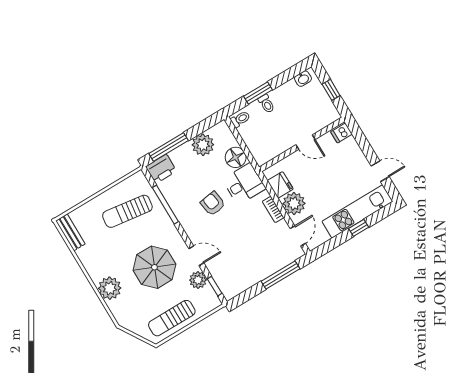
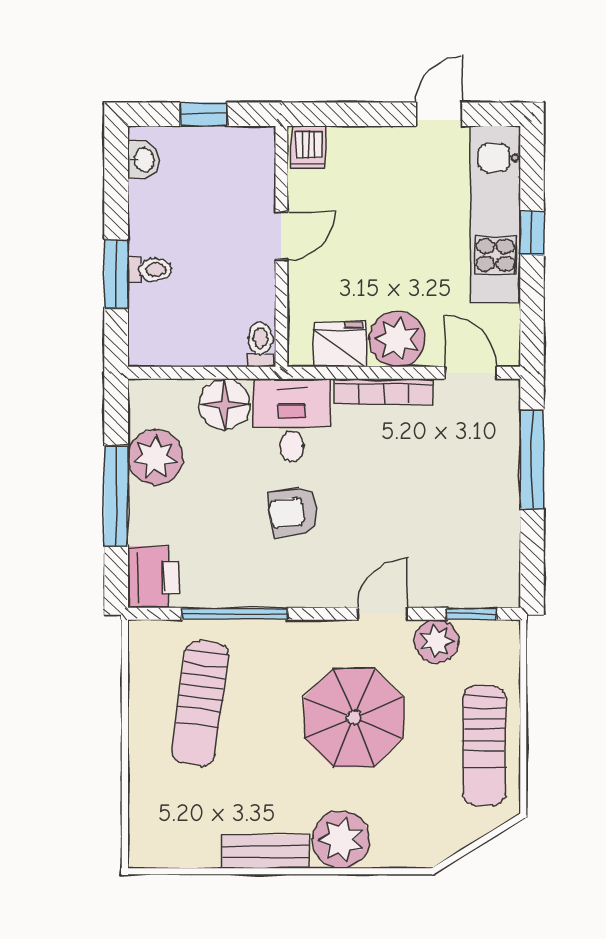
toilet: (240, 119) -> (260, 345), moved
window: (169, 147) -> (116, 496), moved
bookcase: (273, 210) -> (383, 391), width x1.56
bench: (70, 232) -> (265, 852), moved

